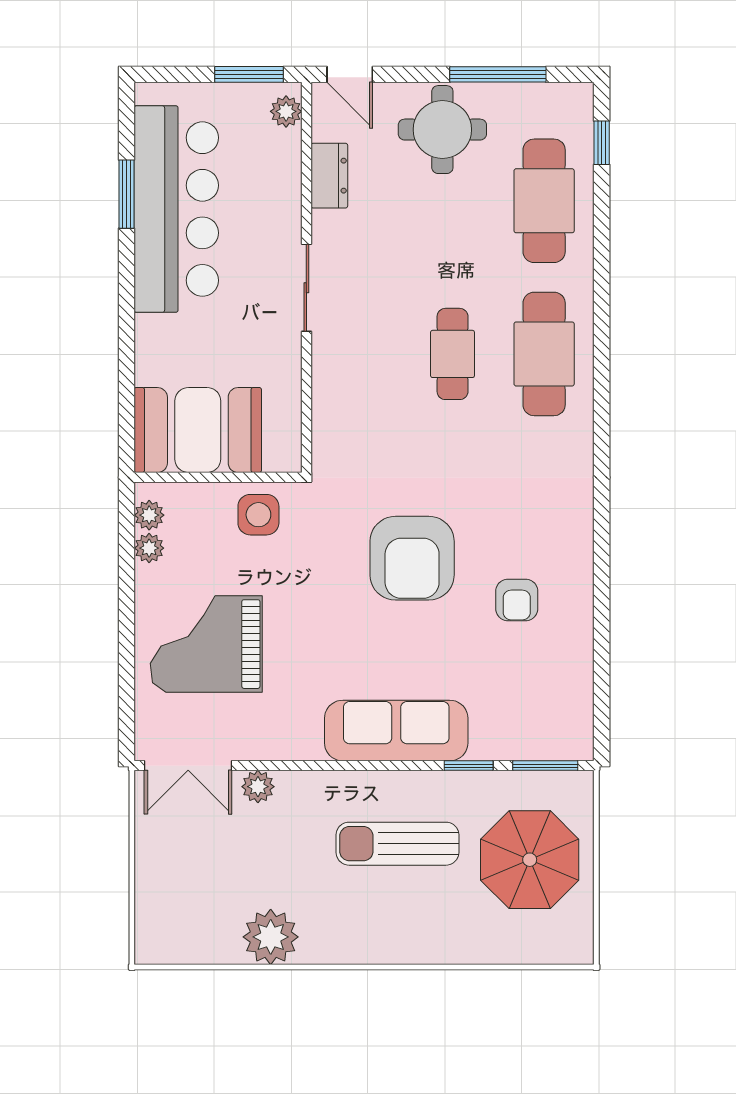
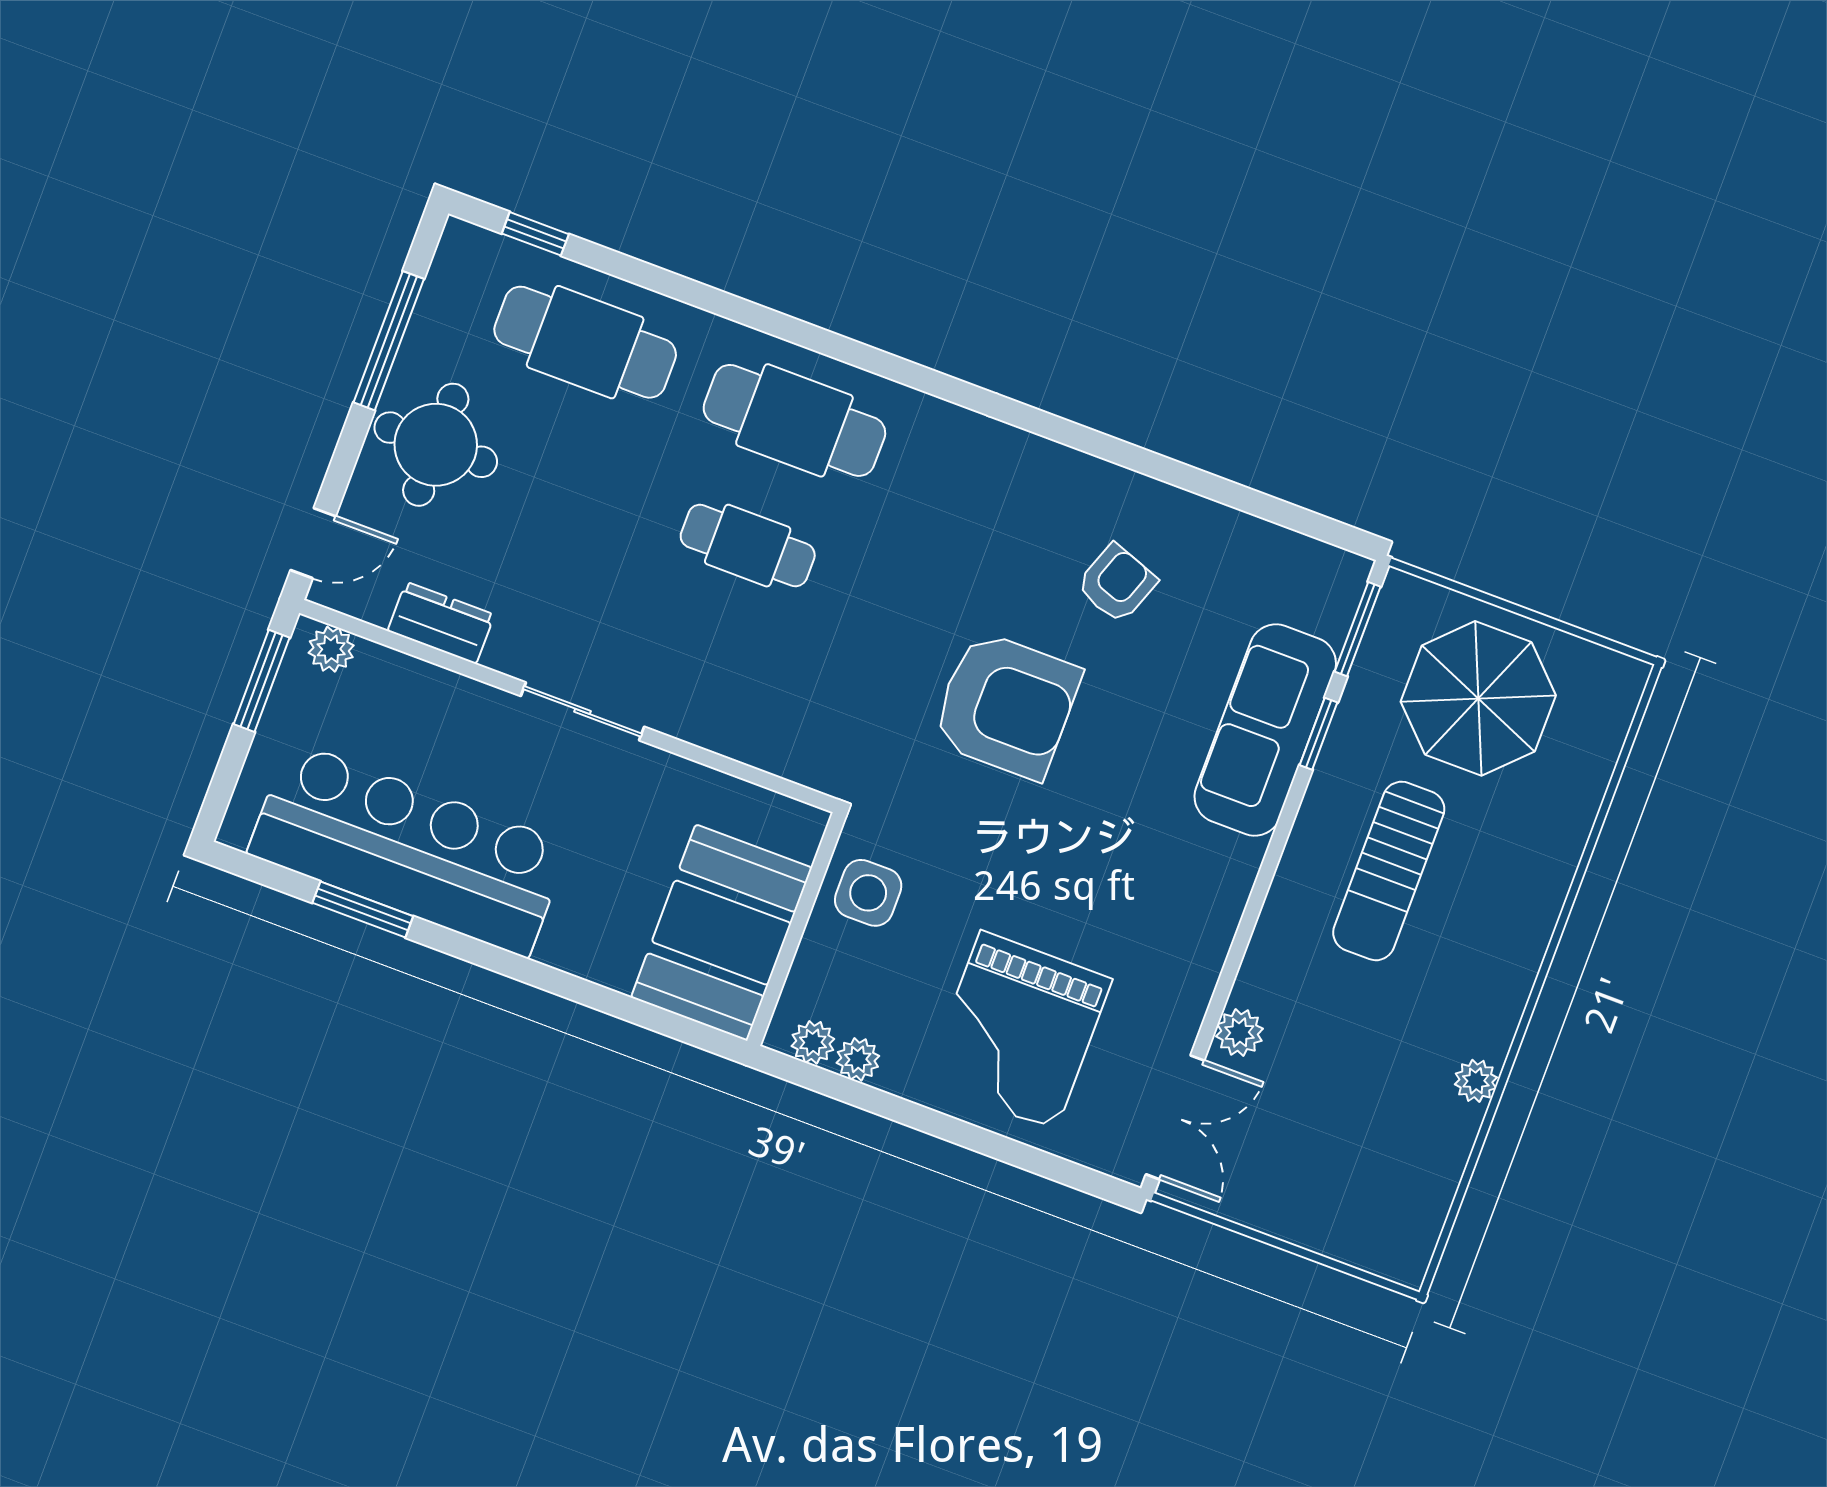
armchair: (517, 600) -> (1117, 583), turned -70
sofa: (396, 731) -> (1265, 730), moved
plant: (271, 937) -> (1476, 1081), width x0.53, depth x0.53

